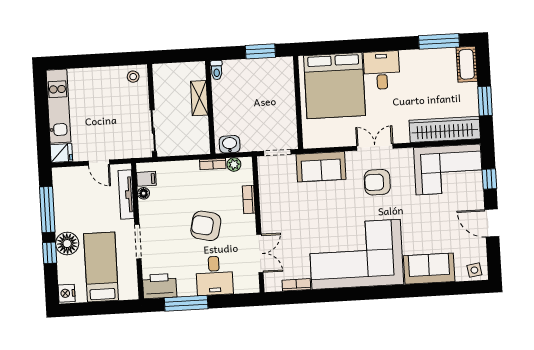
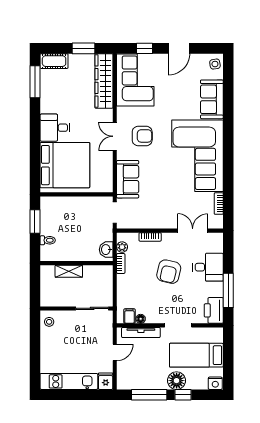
toilet: (217, 70) -> (48, 240), moved
armchair: (377, 182) -> (142, 136), turned -90

